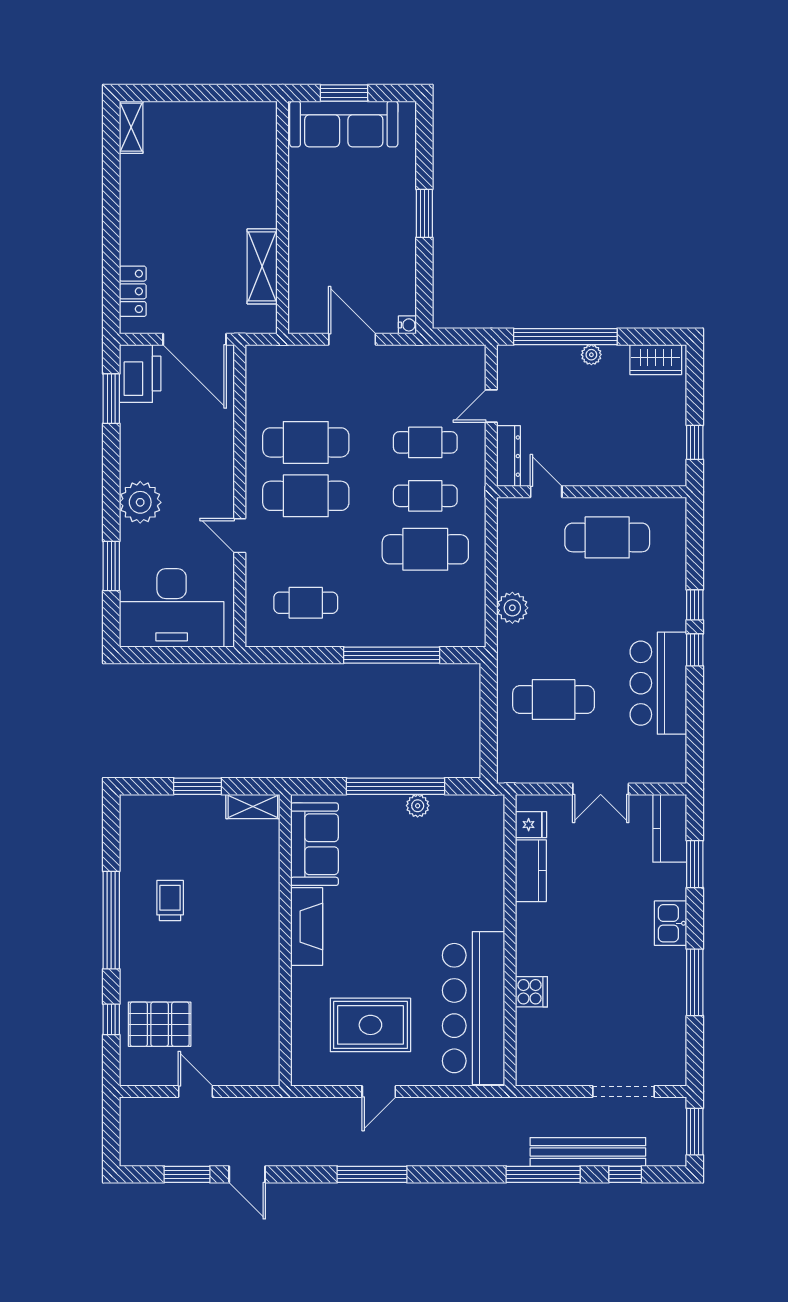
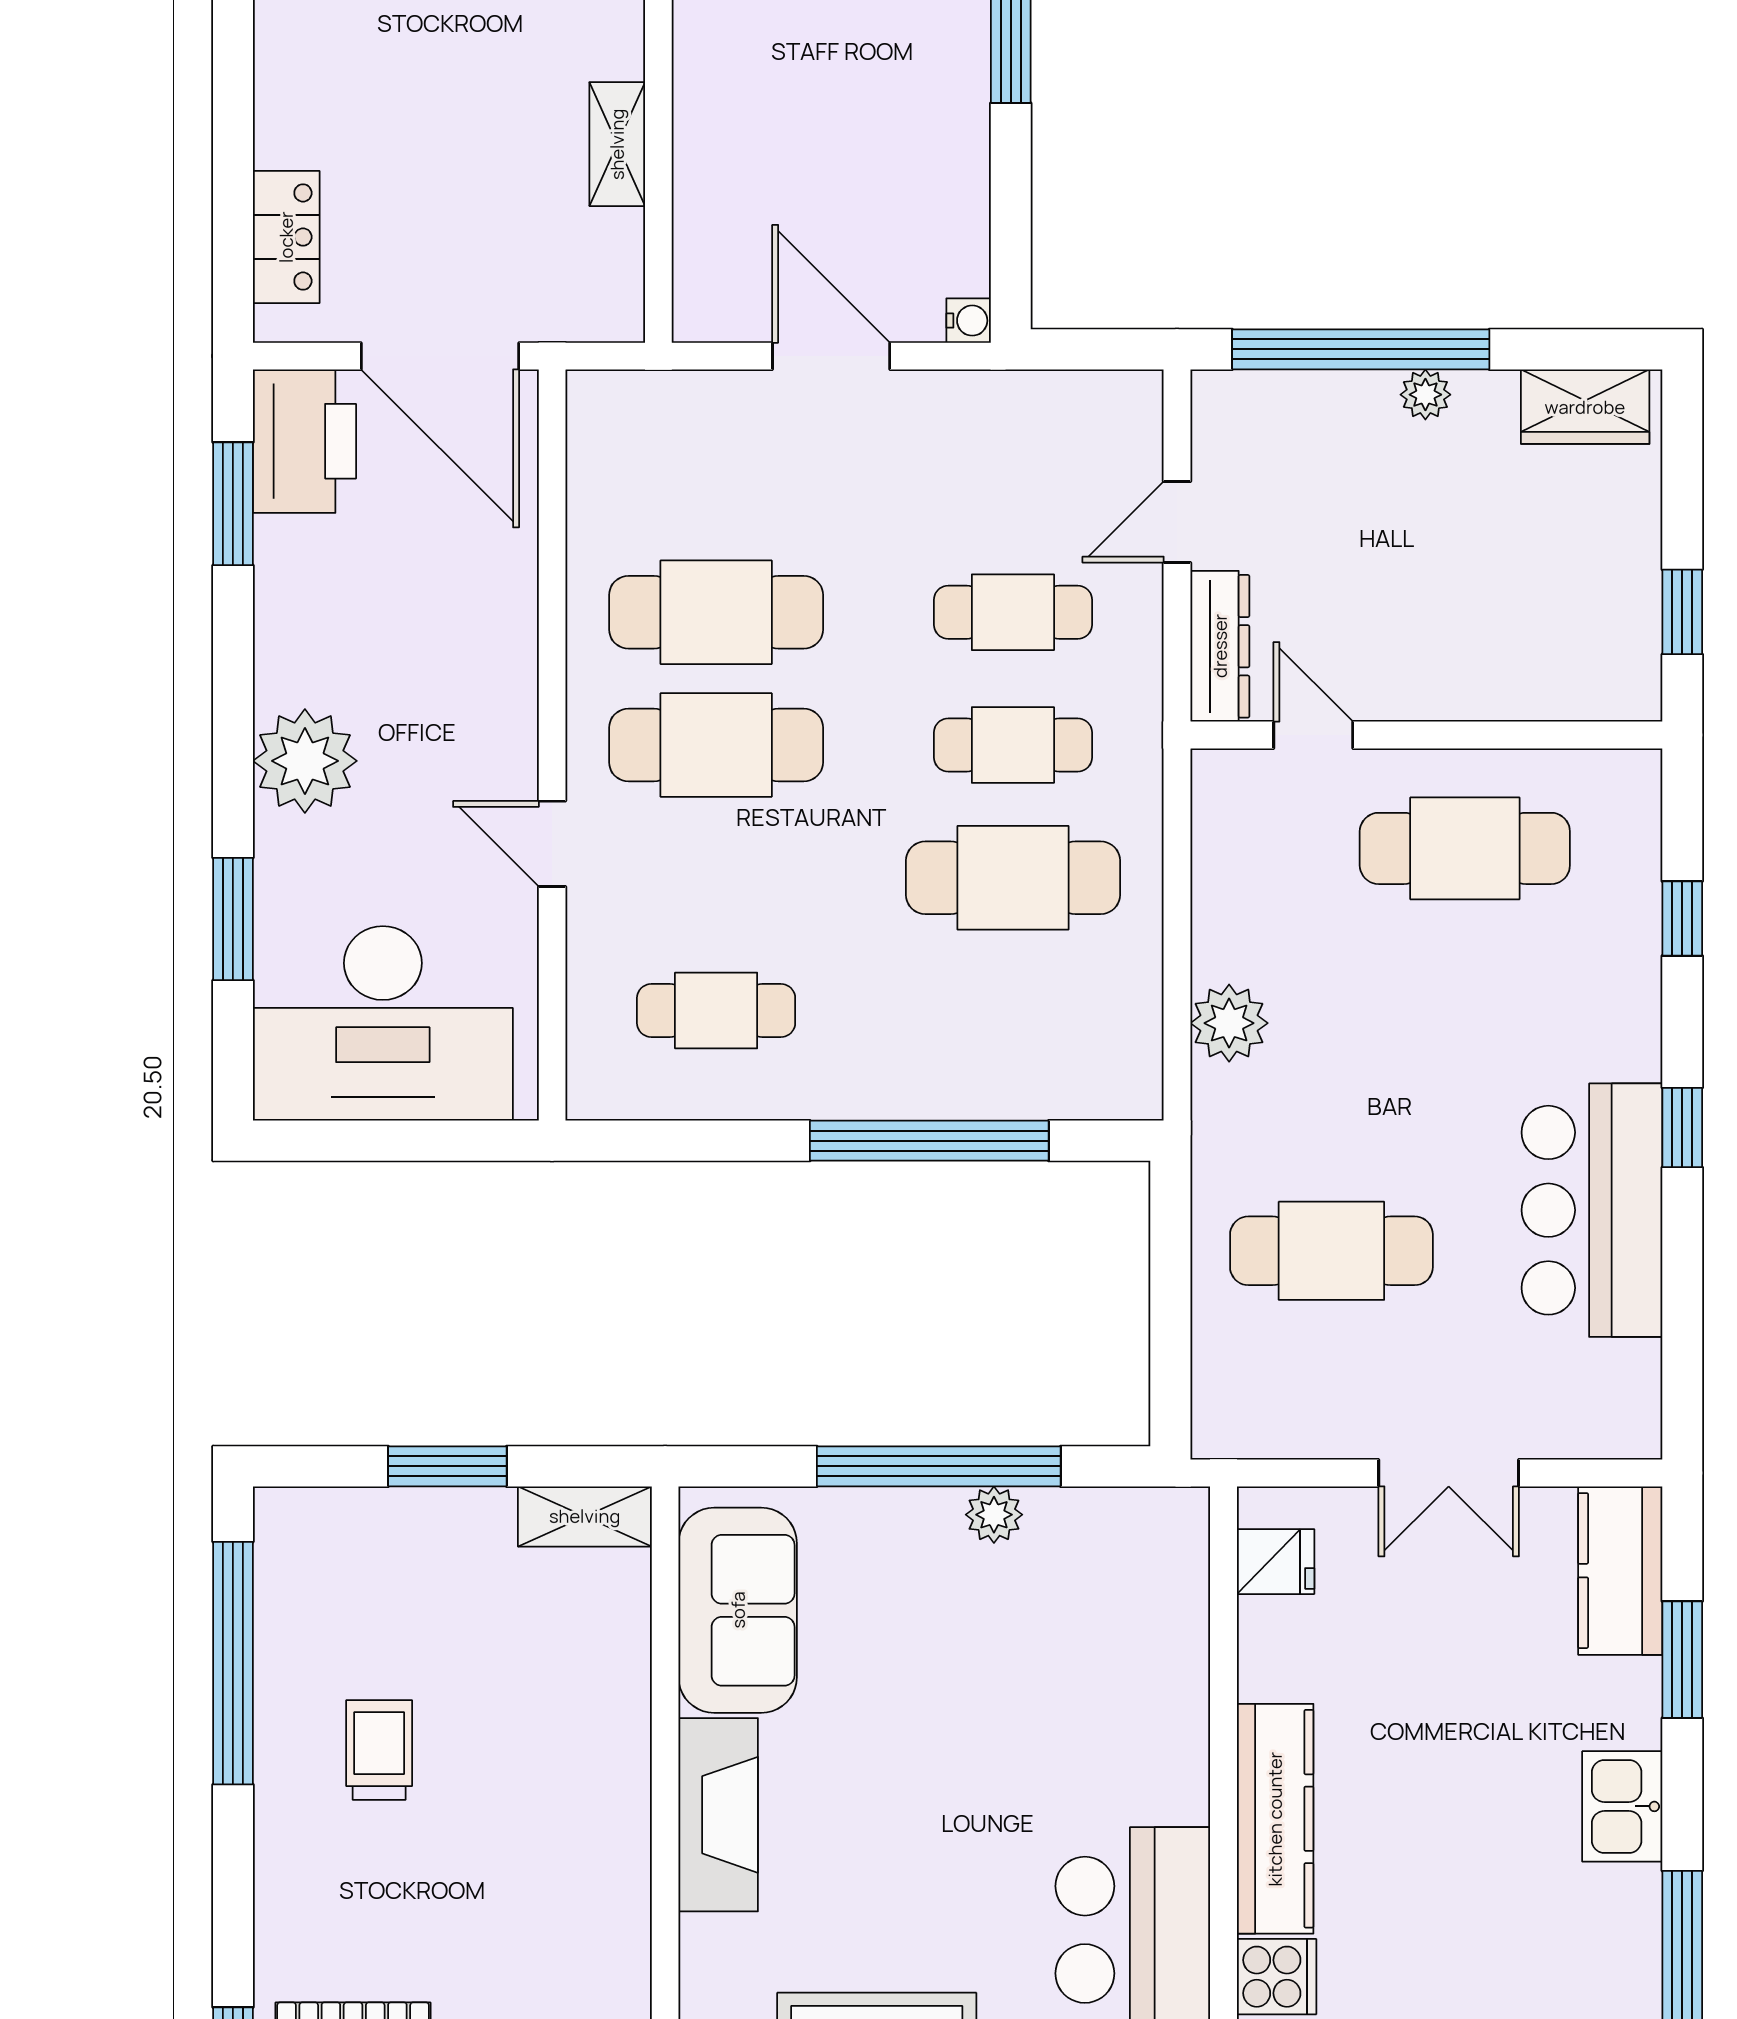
shelving: (262, 266) -> (617, 144), width x0.67, depth x0.75
window: (695, 605) -> (1682, 919), moved
kitchen counter: (531, 871) -> (1275, 1819), moved, width x1.50
window: (111, 920) -> (233, 1663), moved

